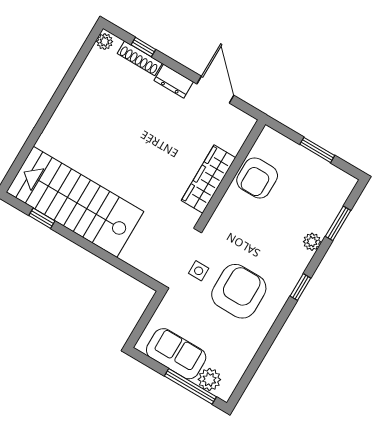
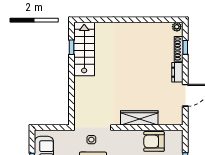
stairs: (75, 202) -> (84, 49), width x0.73, depth x0.66

